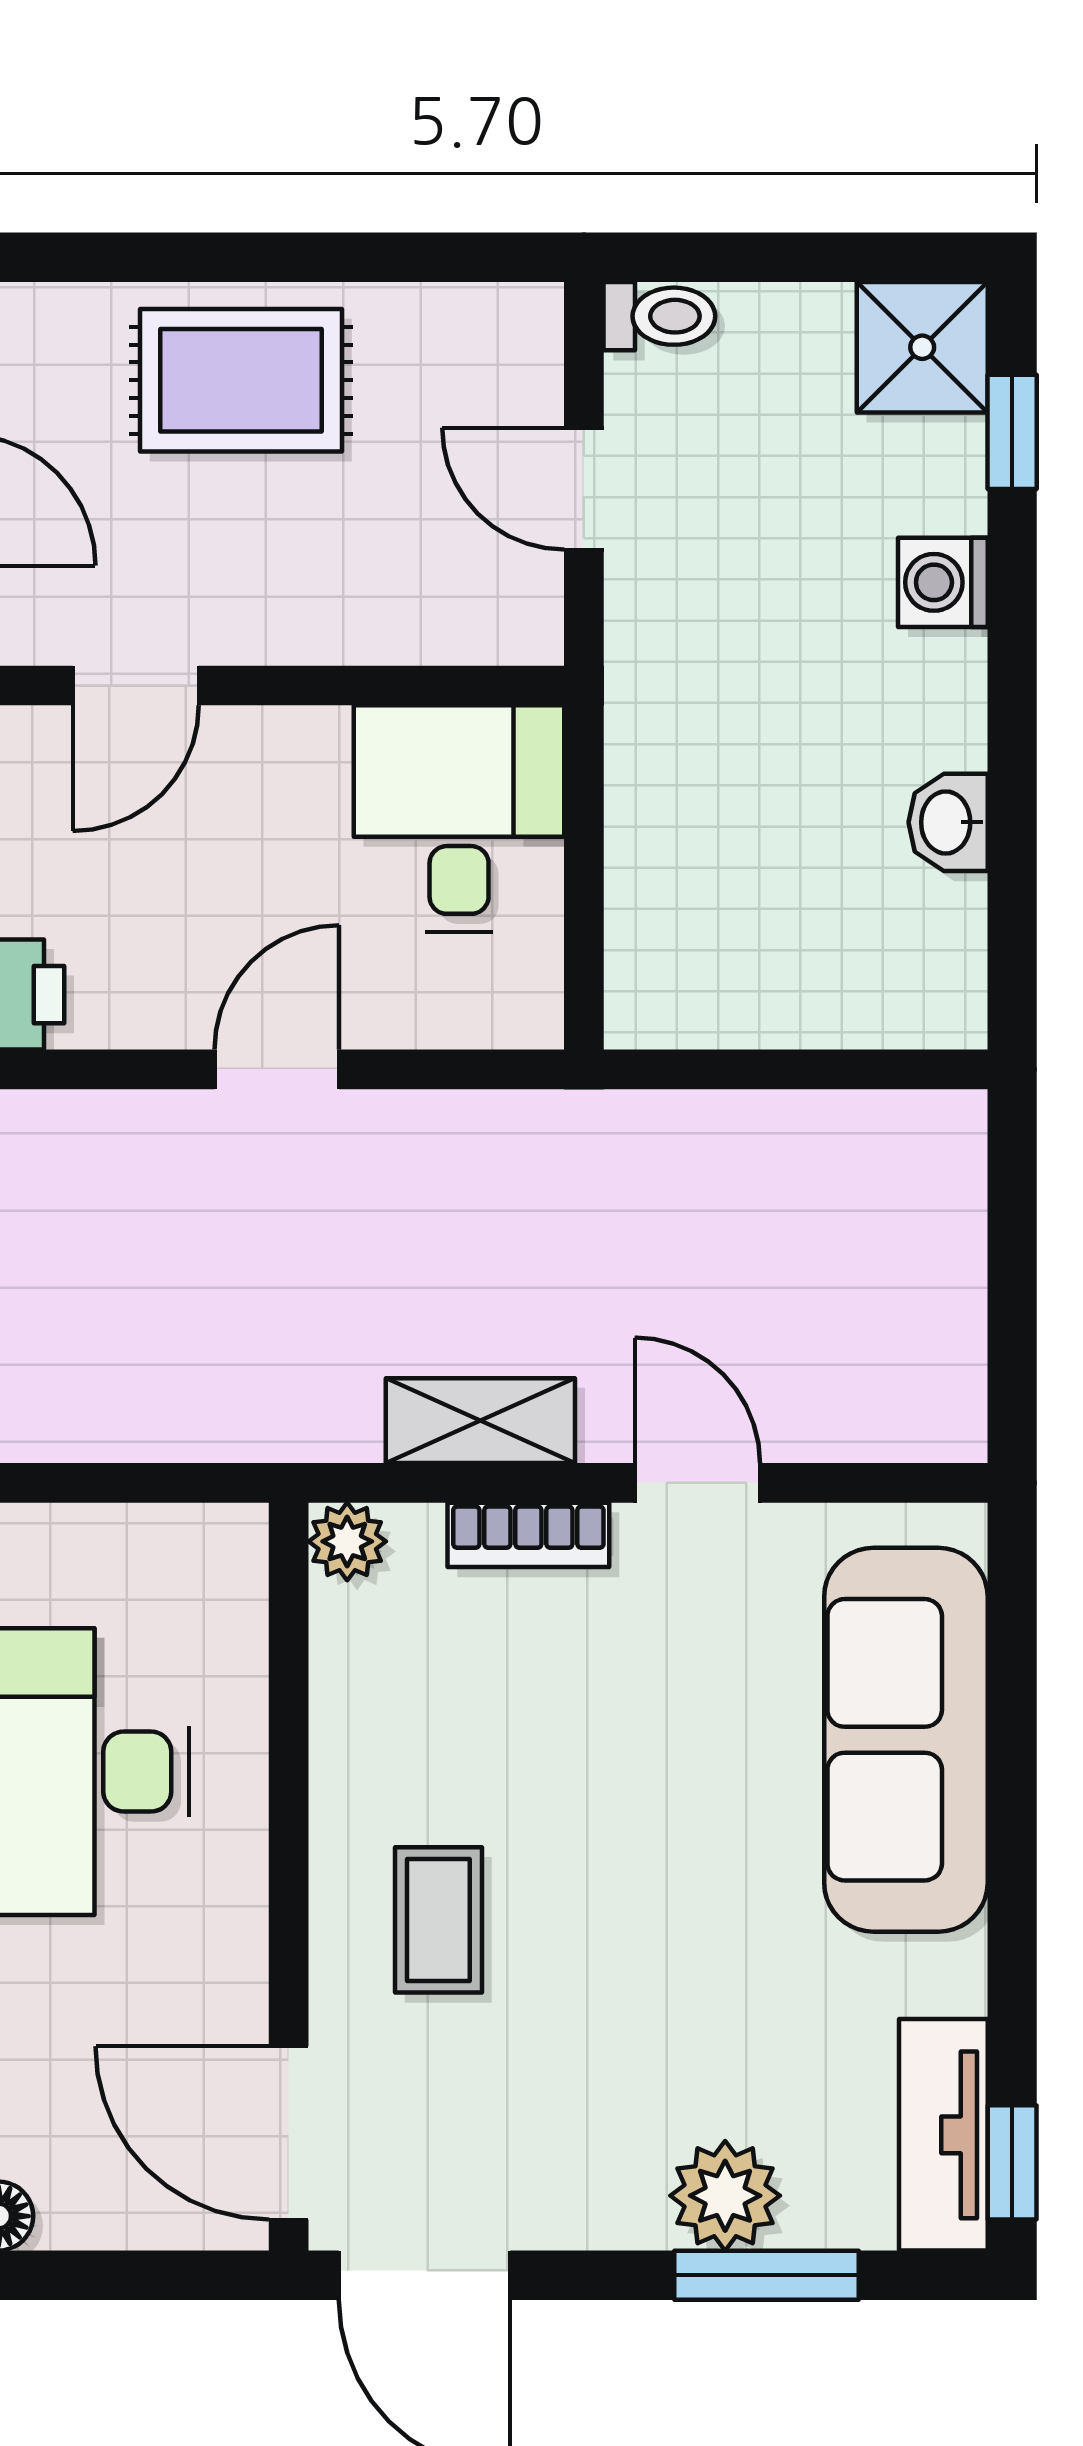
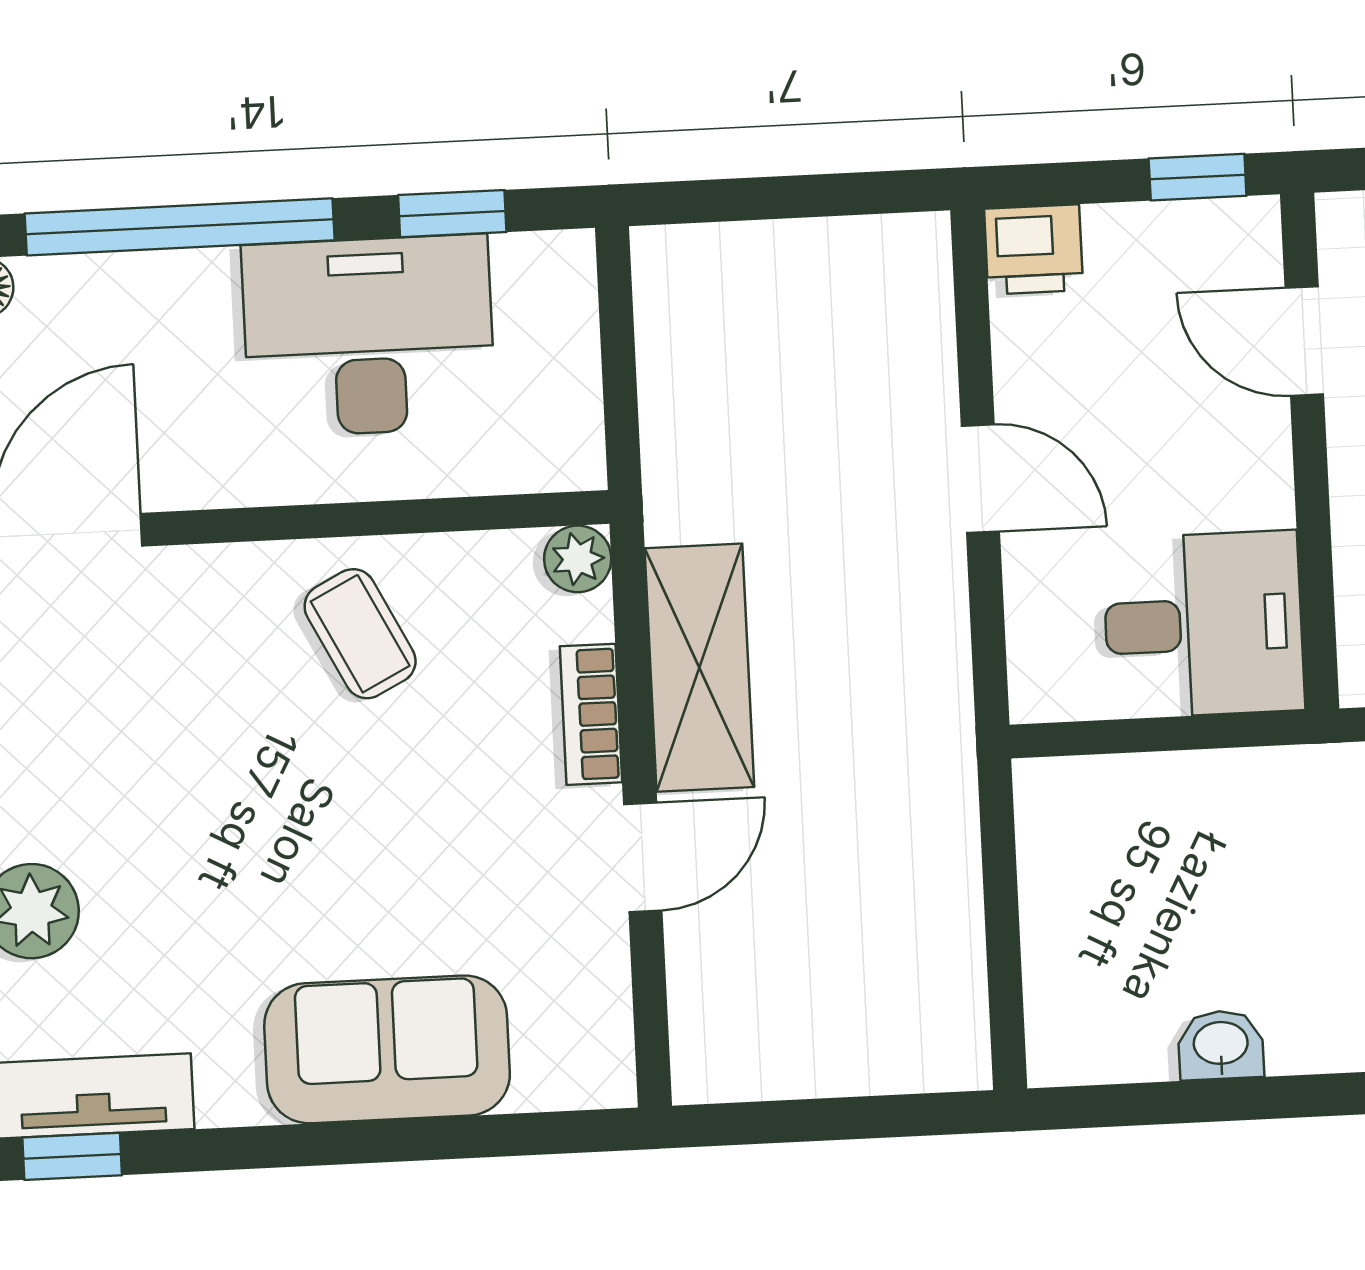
shelving: (480, 1421) -> (699, 668), width x1.50, depth x1.33
sofa: (906, 1740) -> (387, 1049), width x0.73
coffee table: (438, 1920) -> (360, 634), moved, turned 63

